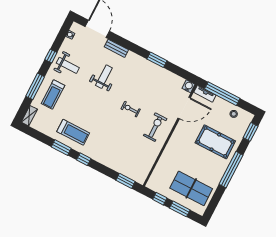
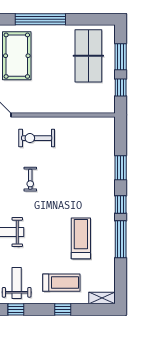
window: (35, 86) -> (63, 309), width x0.46
treadmill: (73, 132) -> (81, 238), moved
window: (61, 148) -> (121, 239), width x1.44
window: (126, 181) -> (121, 168), moved

